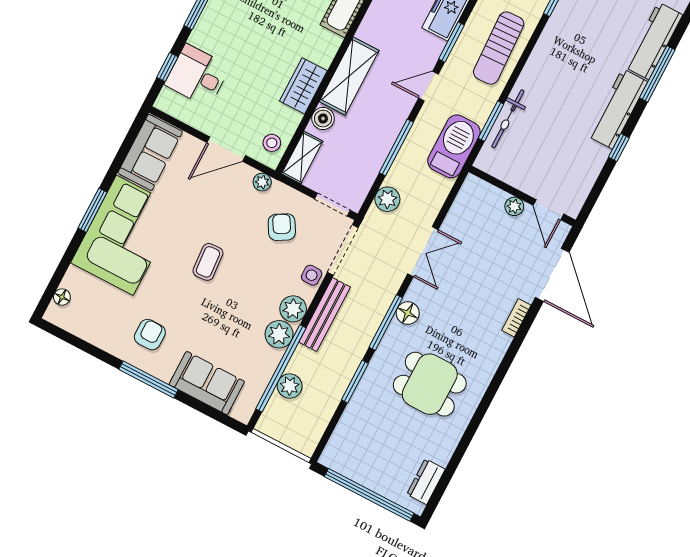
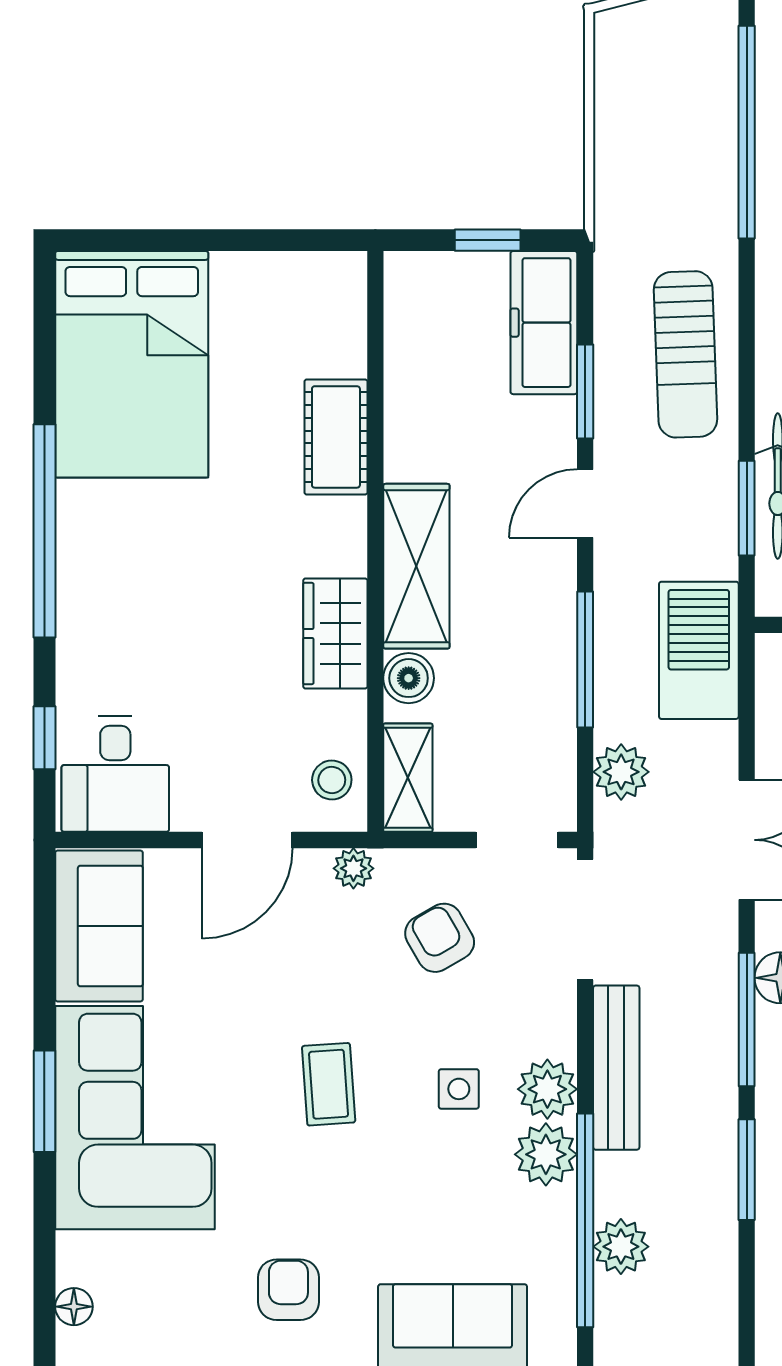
desk: (197, 76) -> (115, 774), moved, turned -90
barbecue: (454, 146) -> (699, 650), moved
side table: (312, 275) -> (459, 1089), moved

